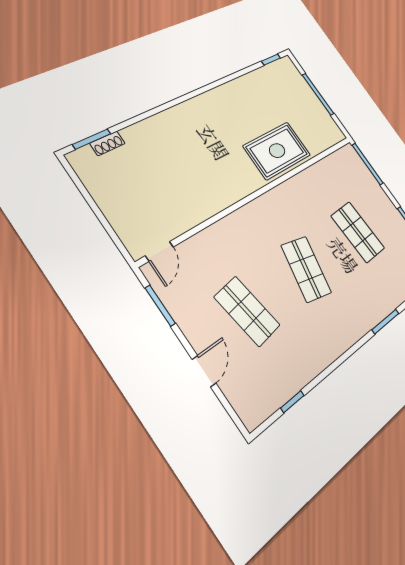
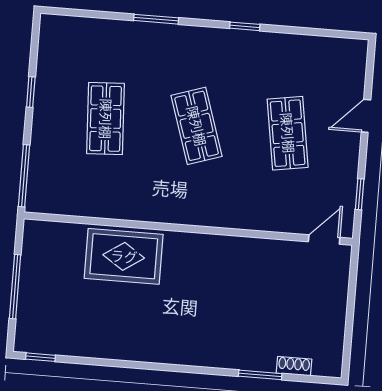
window: (92, 139) -> (260, 375), moved
shop shelf: (306, 269) -> (197, 126), turned -30
window: (160, 306) -> (360, 194), width x0.67
window: (292, 402) -> (245, 26), moved

